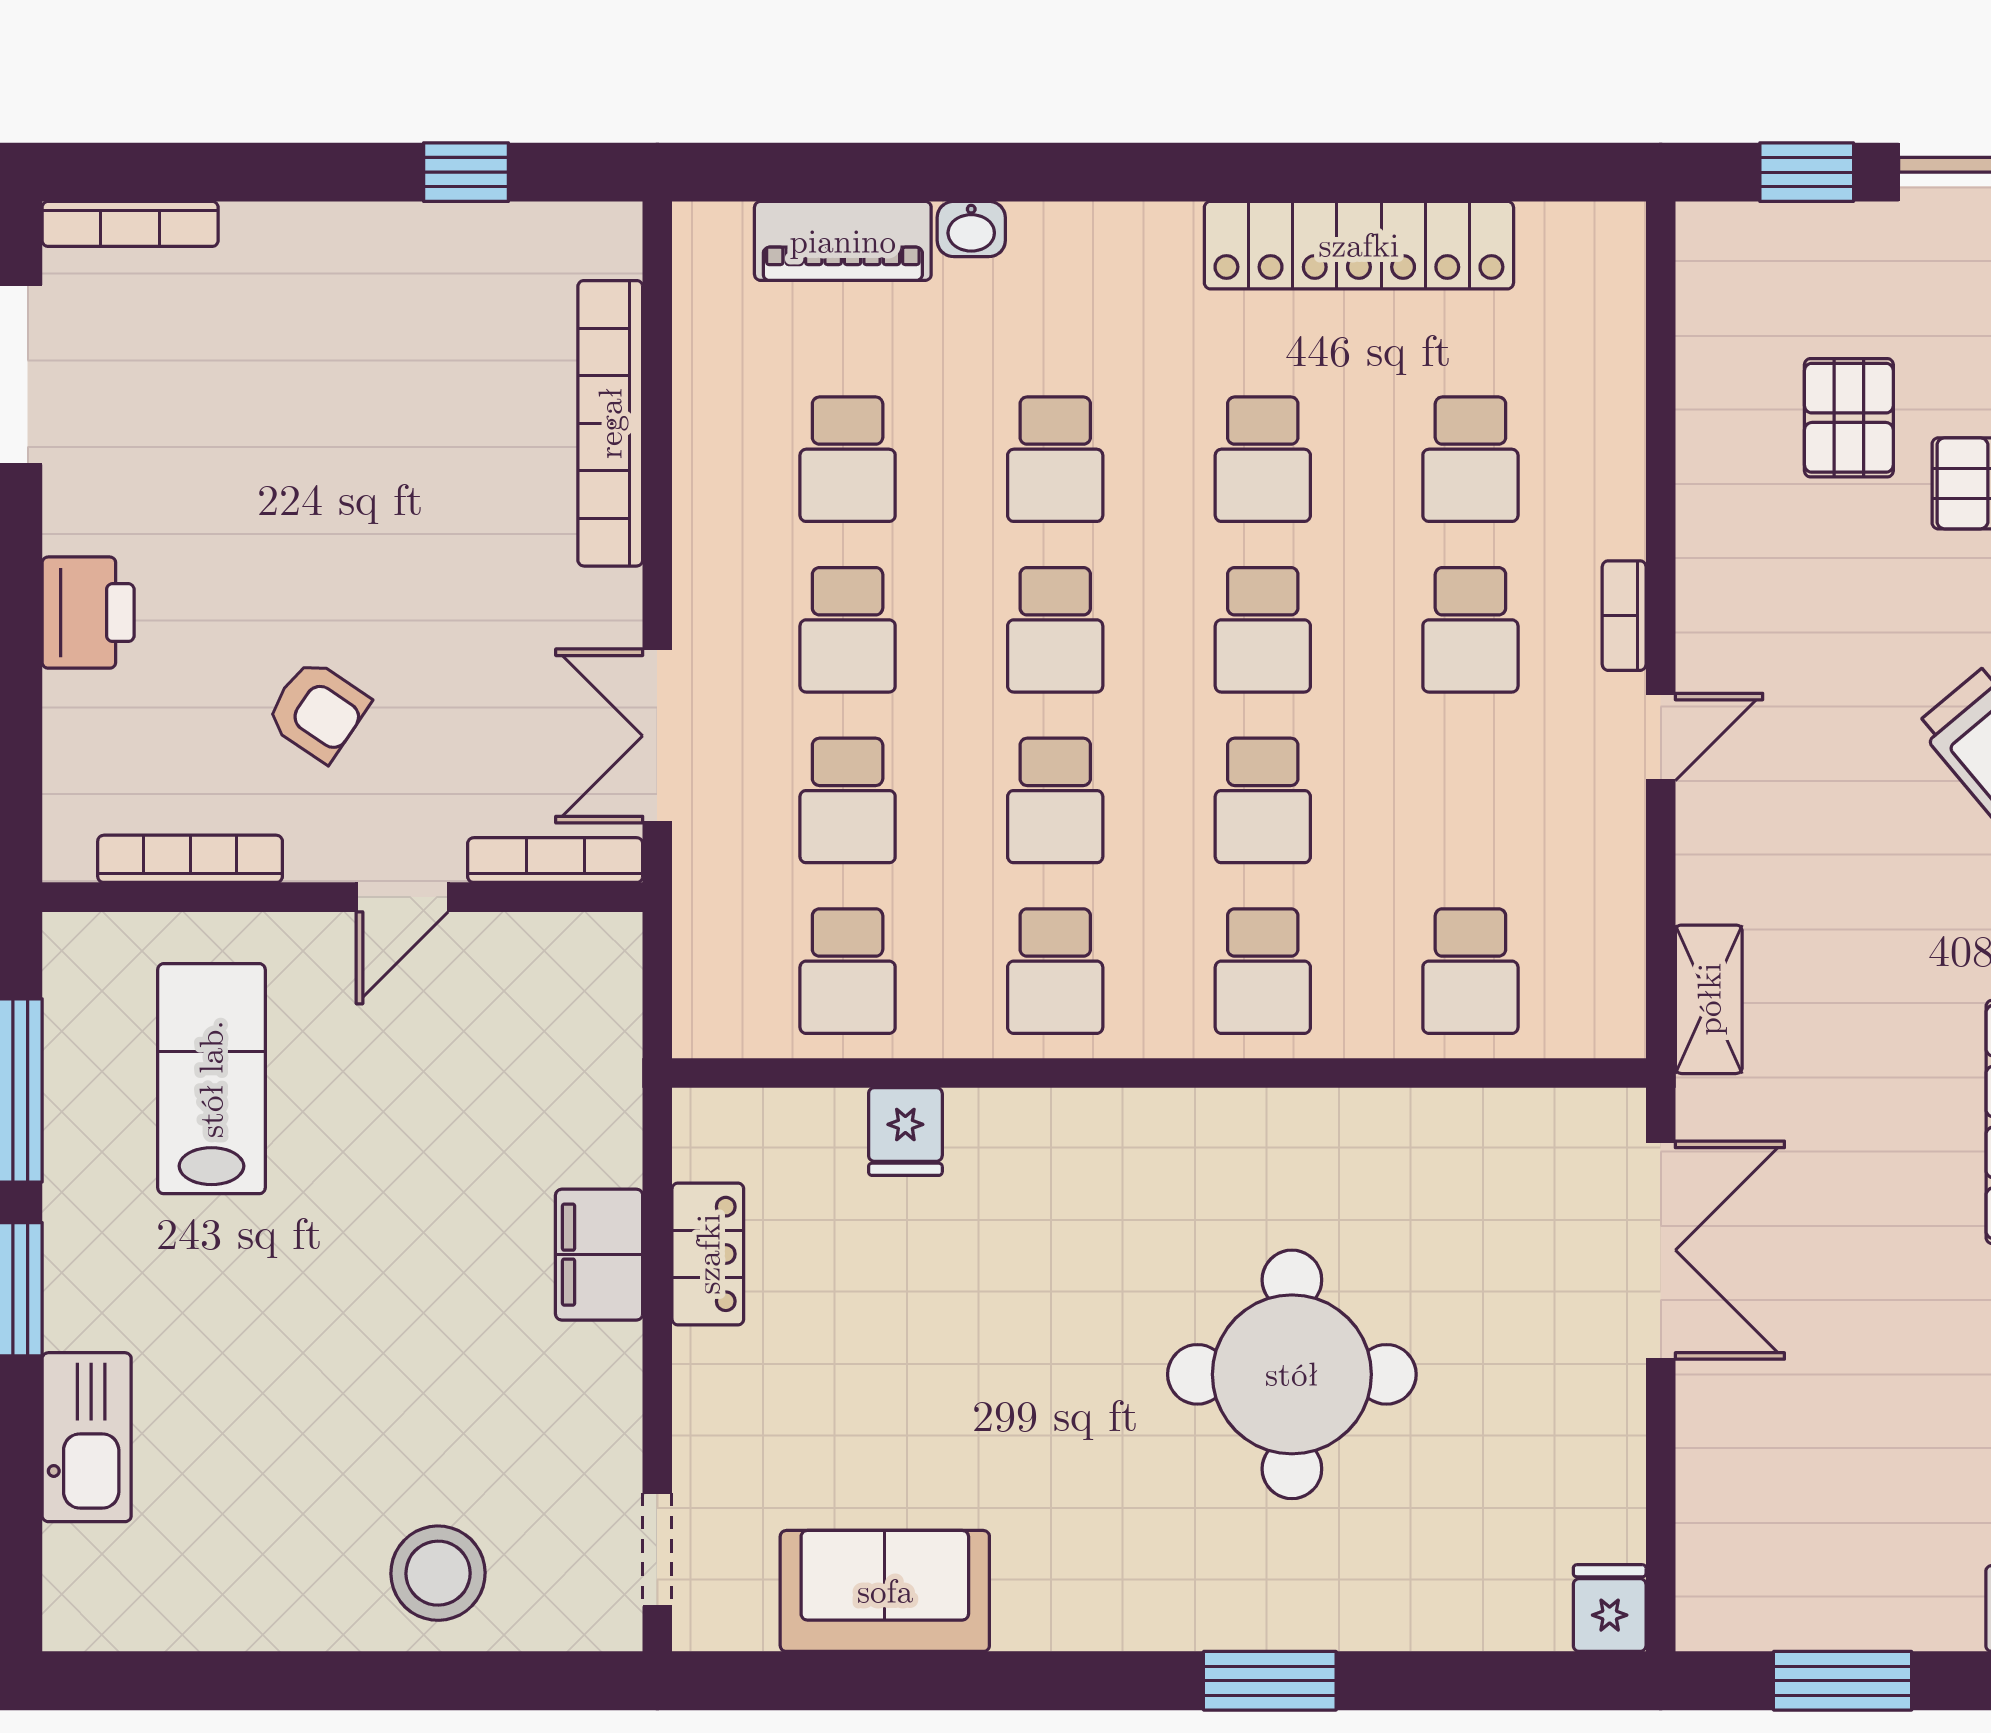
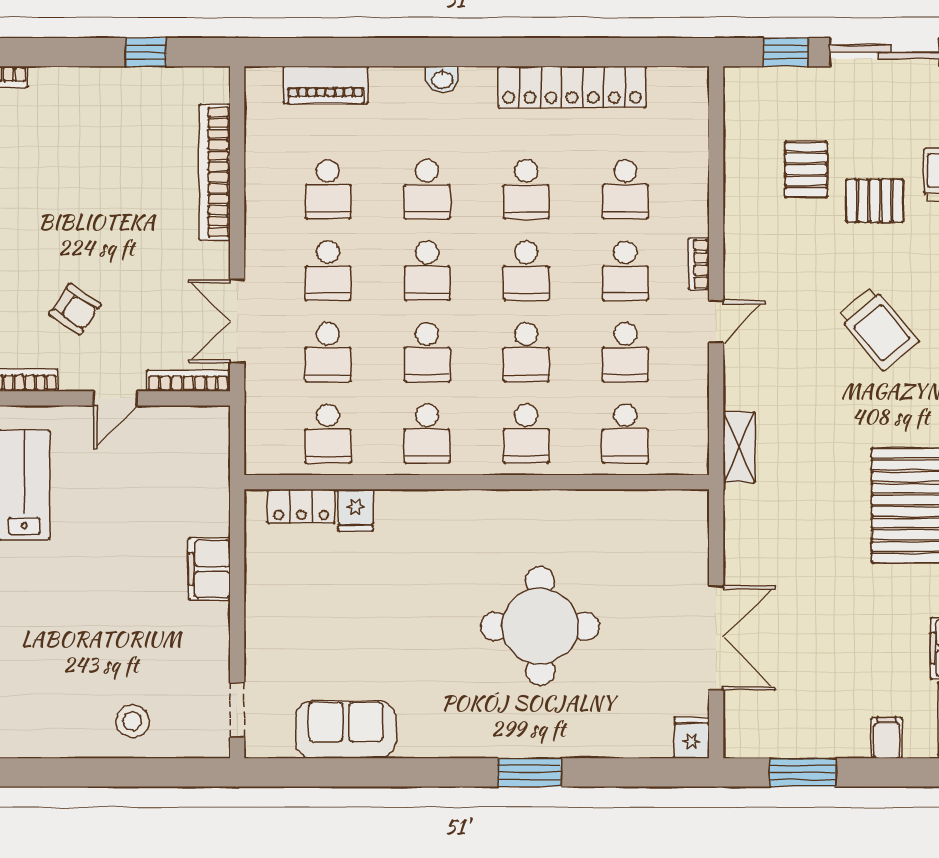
washbasin: (971, 229) -> (442, 79), moved
school desk: (1470, 800) -> (625, 352), added
double door: (1661, 1250) -> (716, 638), moved
locker: (708, 1254) -> (301, 506), moved, turned 90
stool: (438, 1573) -> (132, 721), width x0.73, depth x0.73

